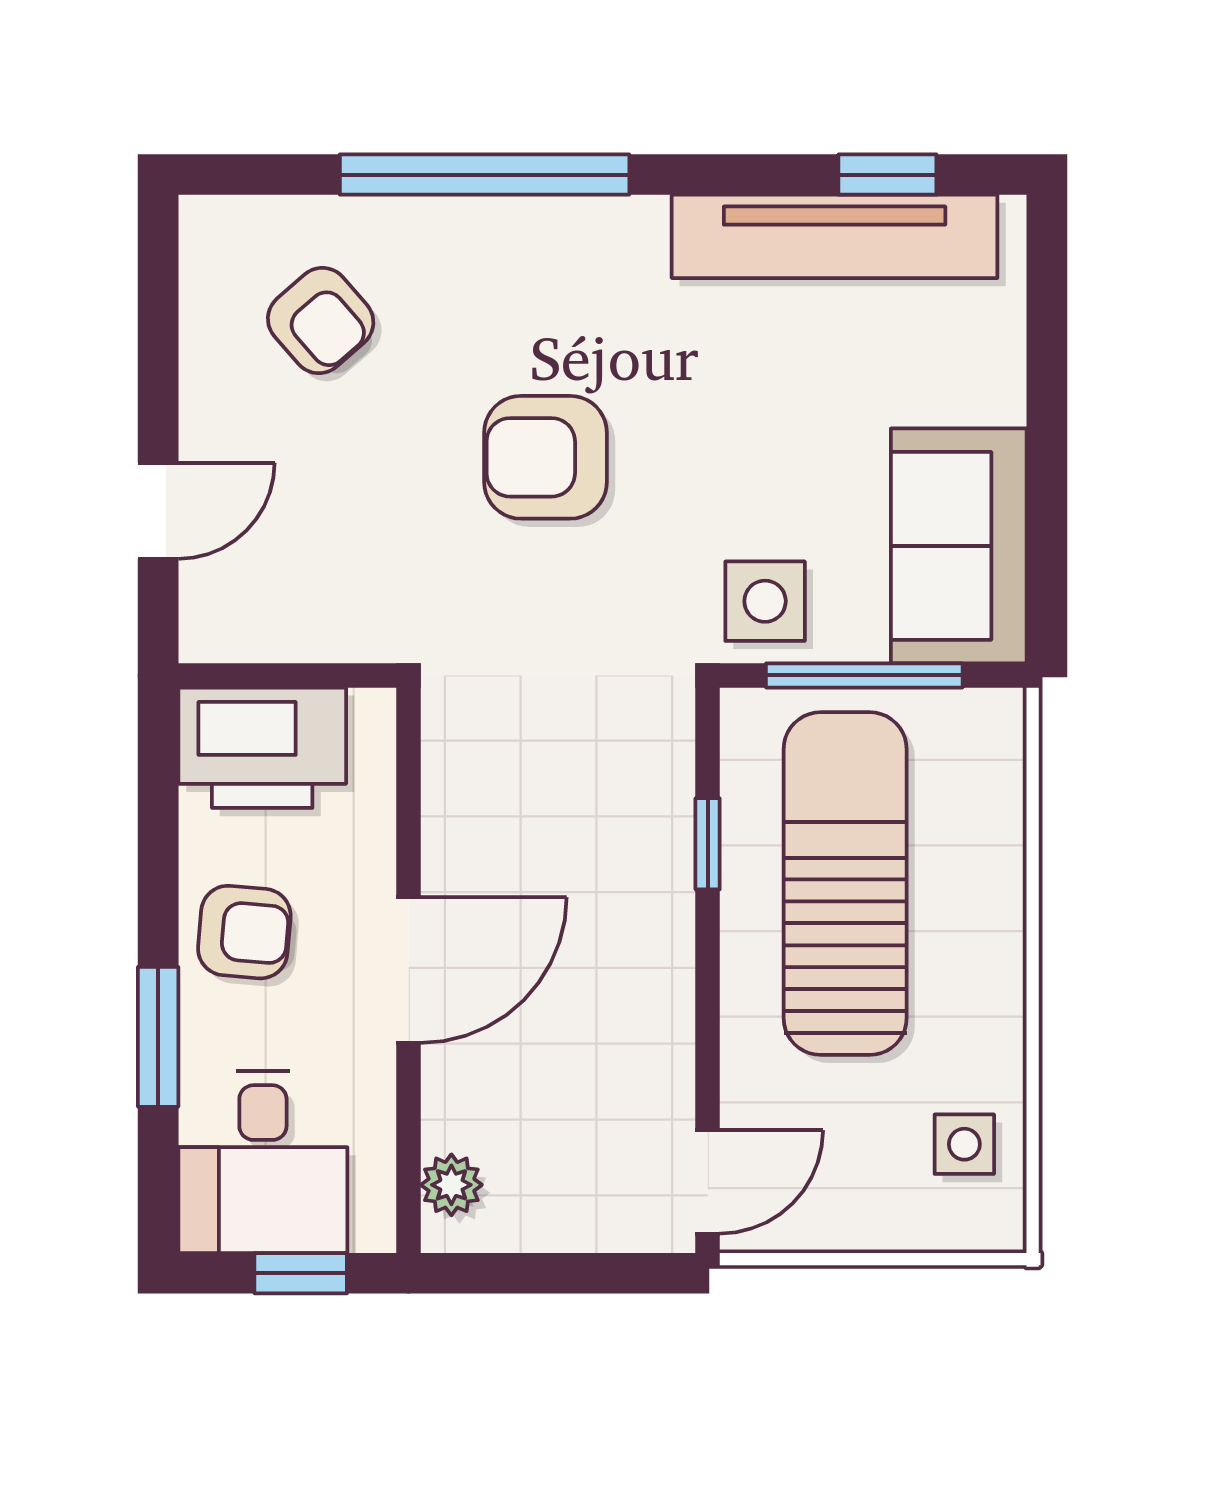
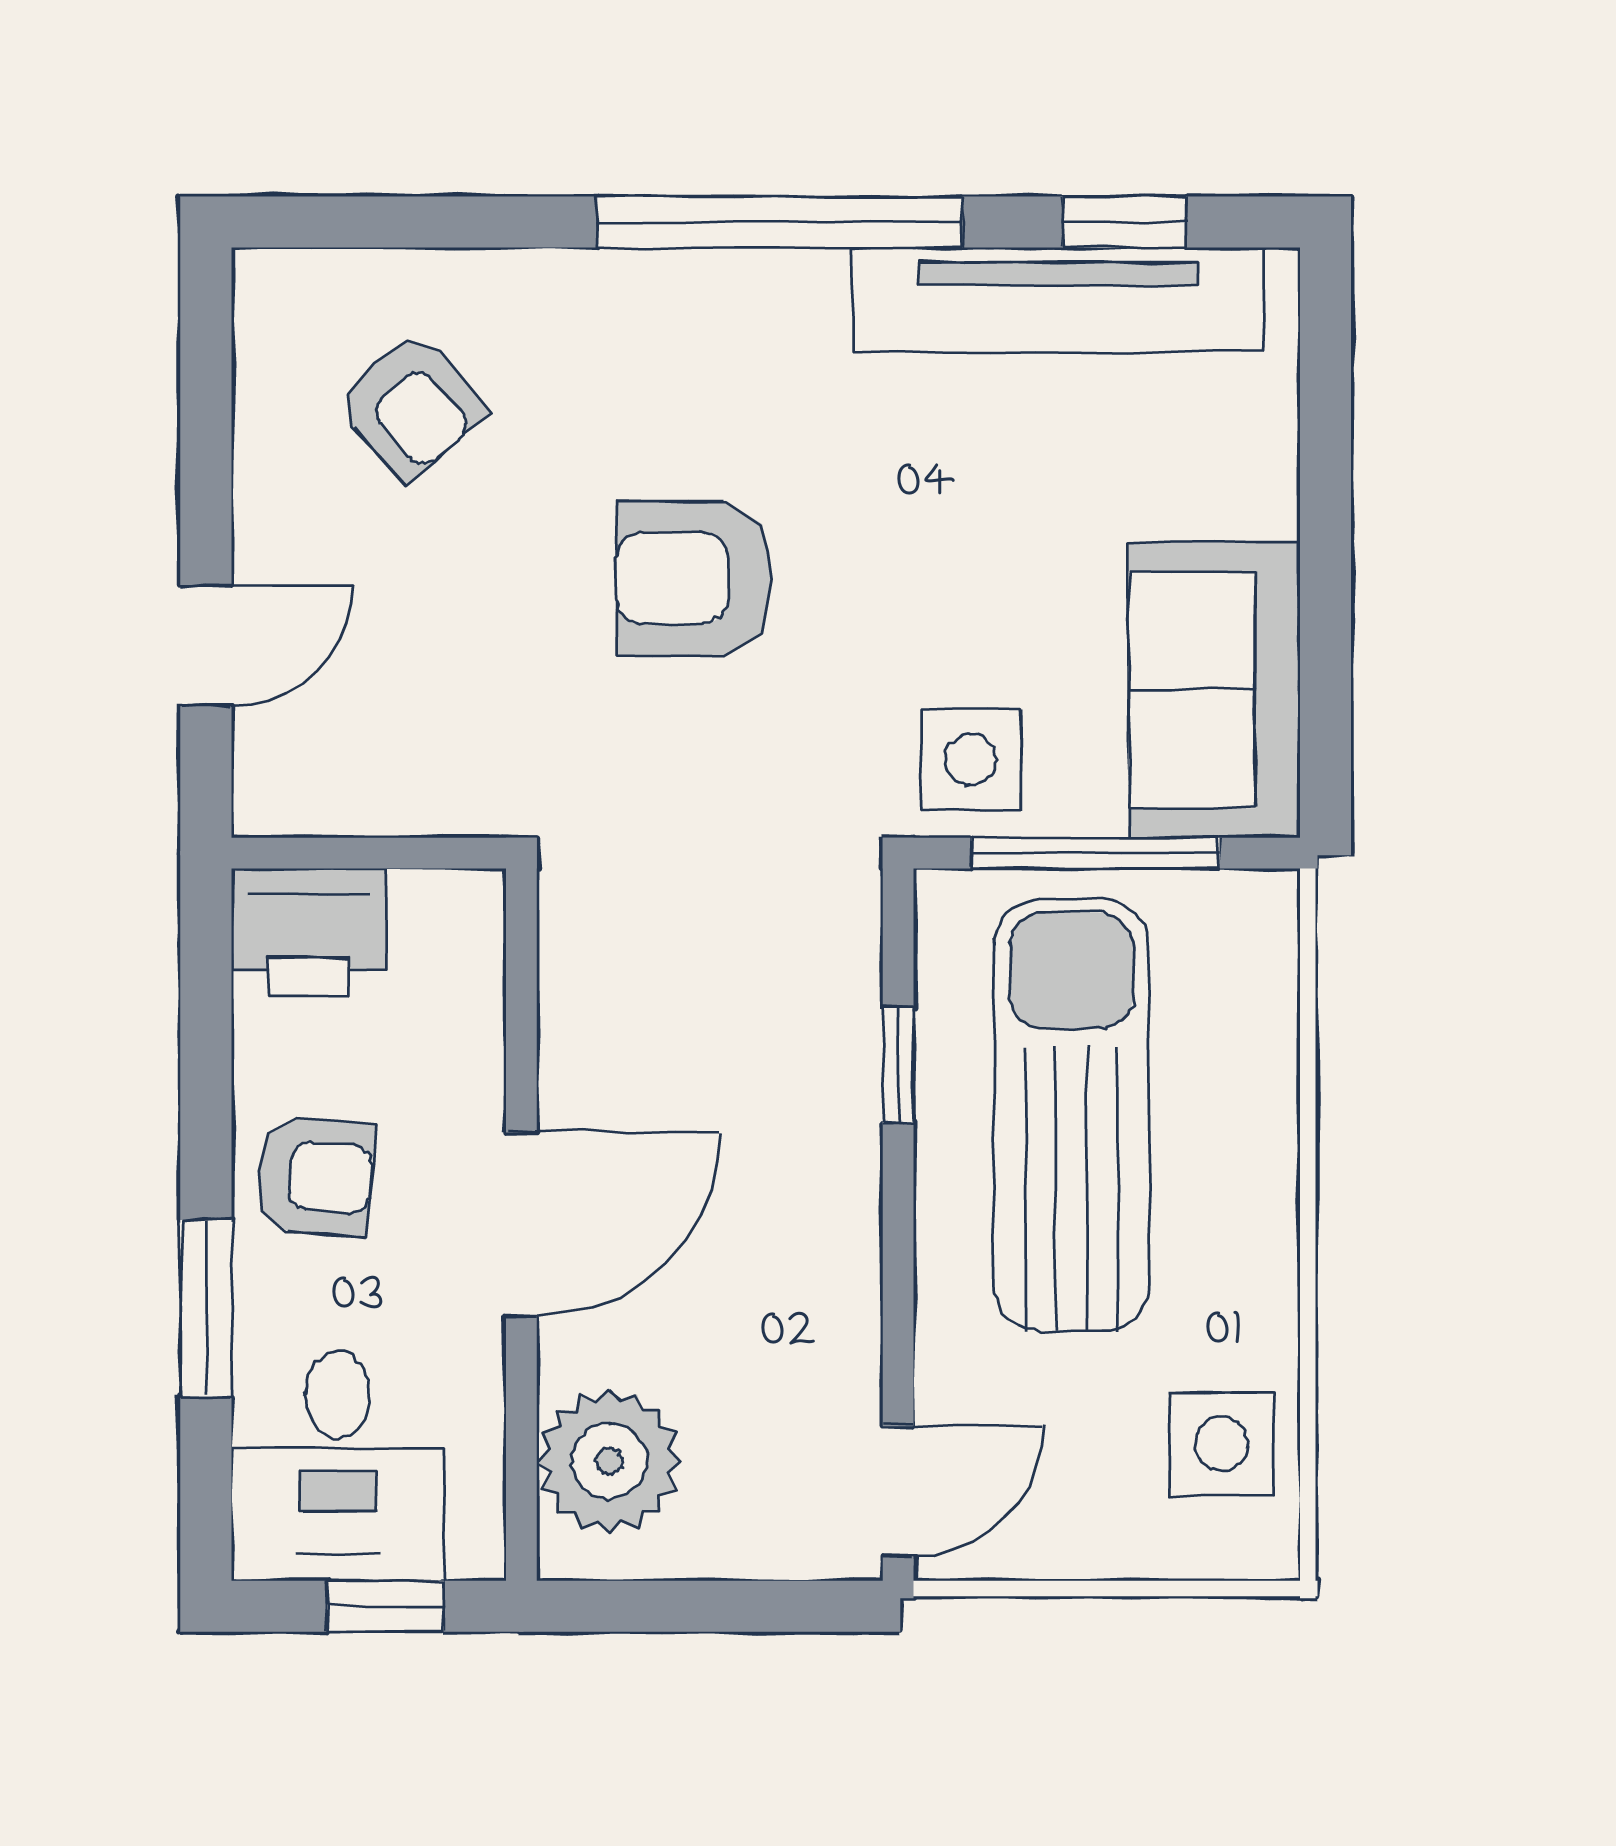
window: (485, 175) -> (780, 222), moved
printer: (262, 748) -> (308, 932), width x0.73, depth x0.84
side table: (964, 1144) -> (1222, 1444), width x1.37, depth x1.37
plant: (451, 1185) -> (609, 1461), width x1.87, depth x1.87

